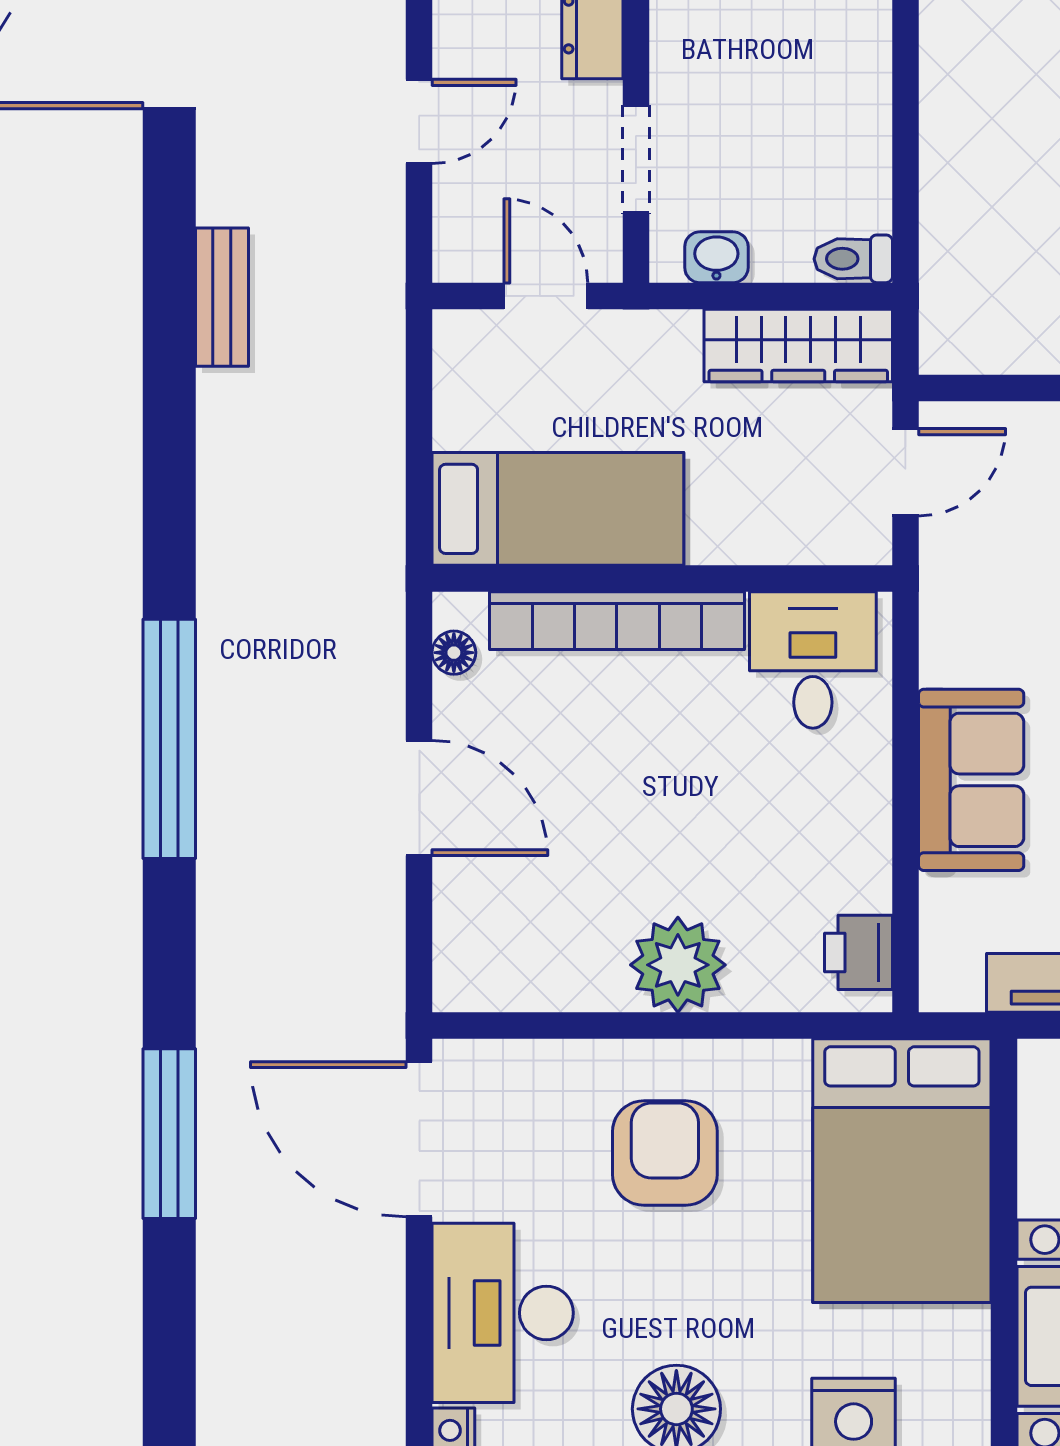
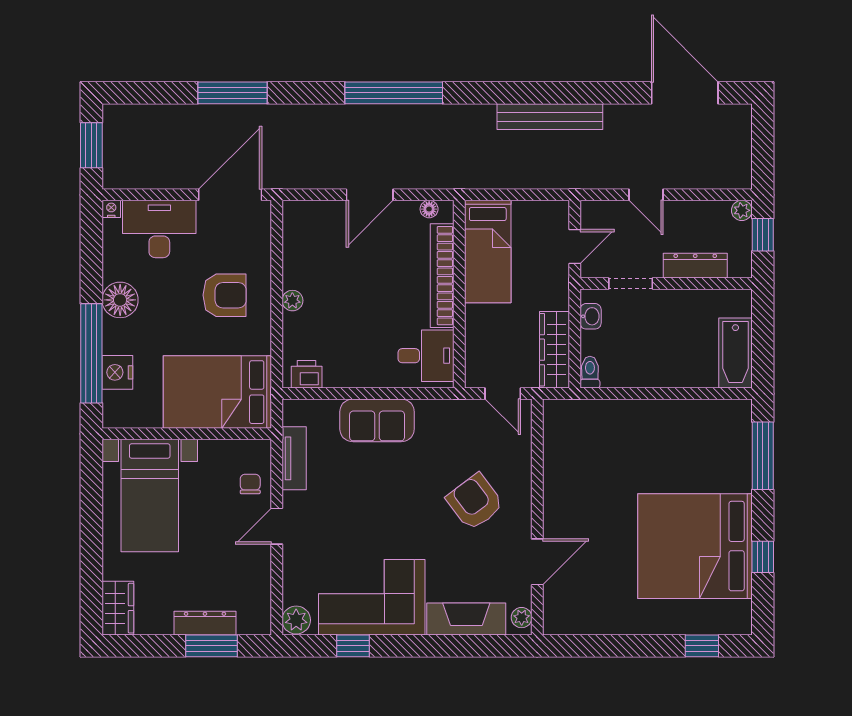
bench: (222, 297) -> (550, 117), width x1.86, depth x1.21
plant: (678, 965) -> (292, 301), width x0.53, depth x0.53

